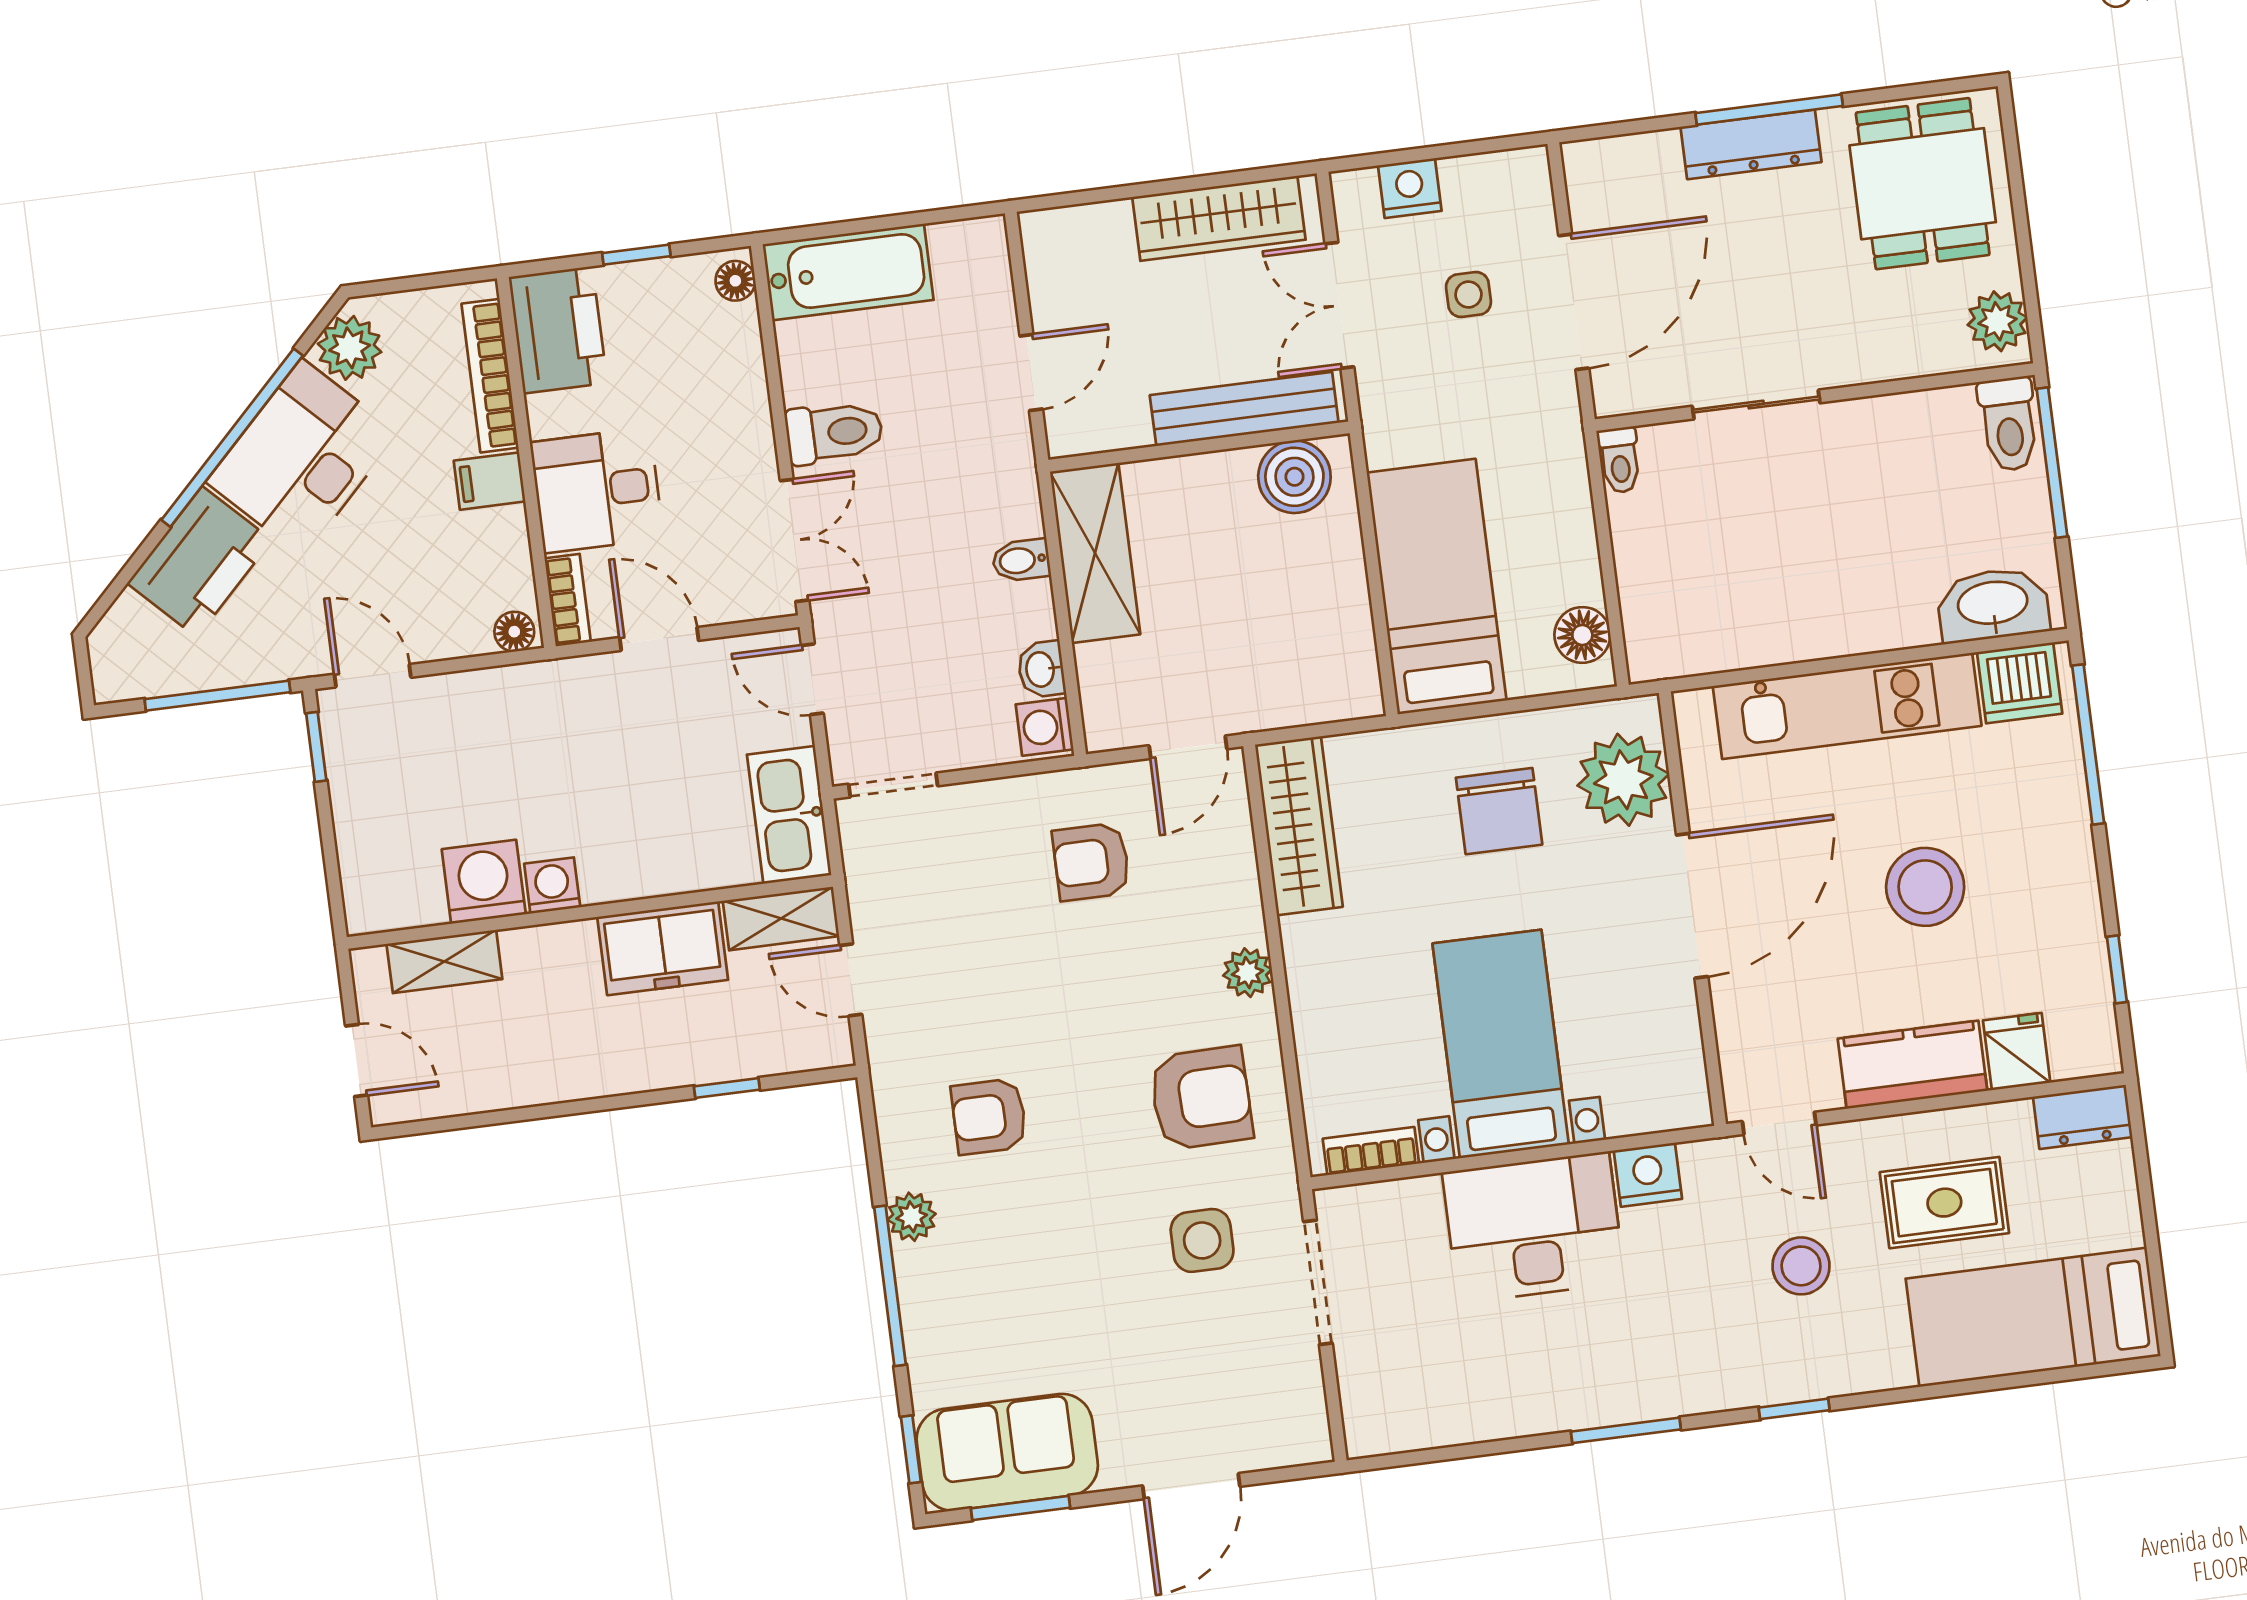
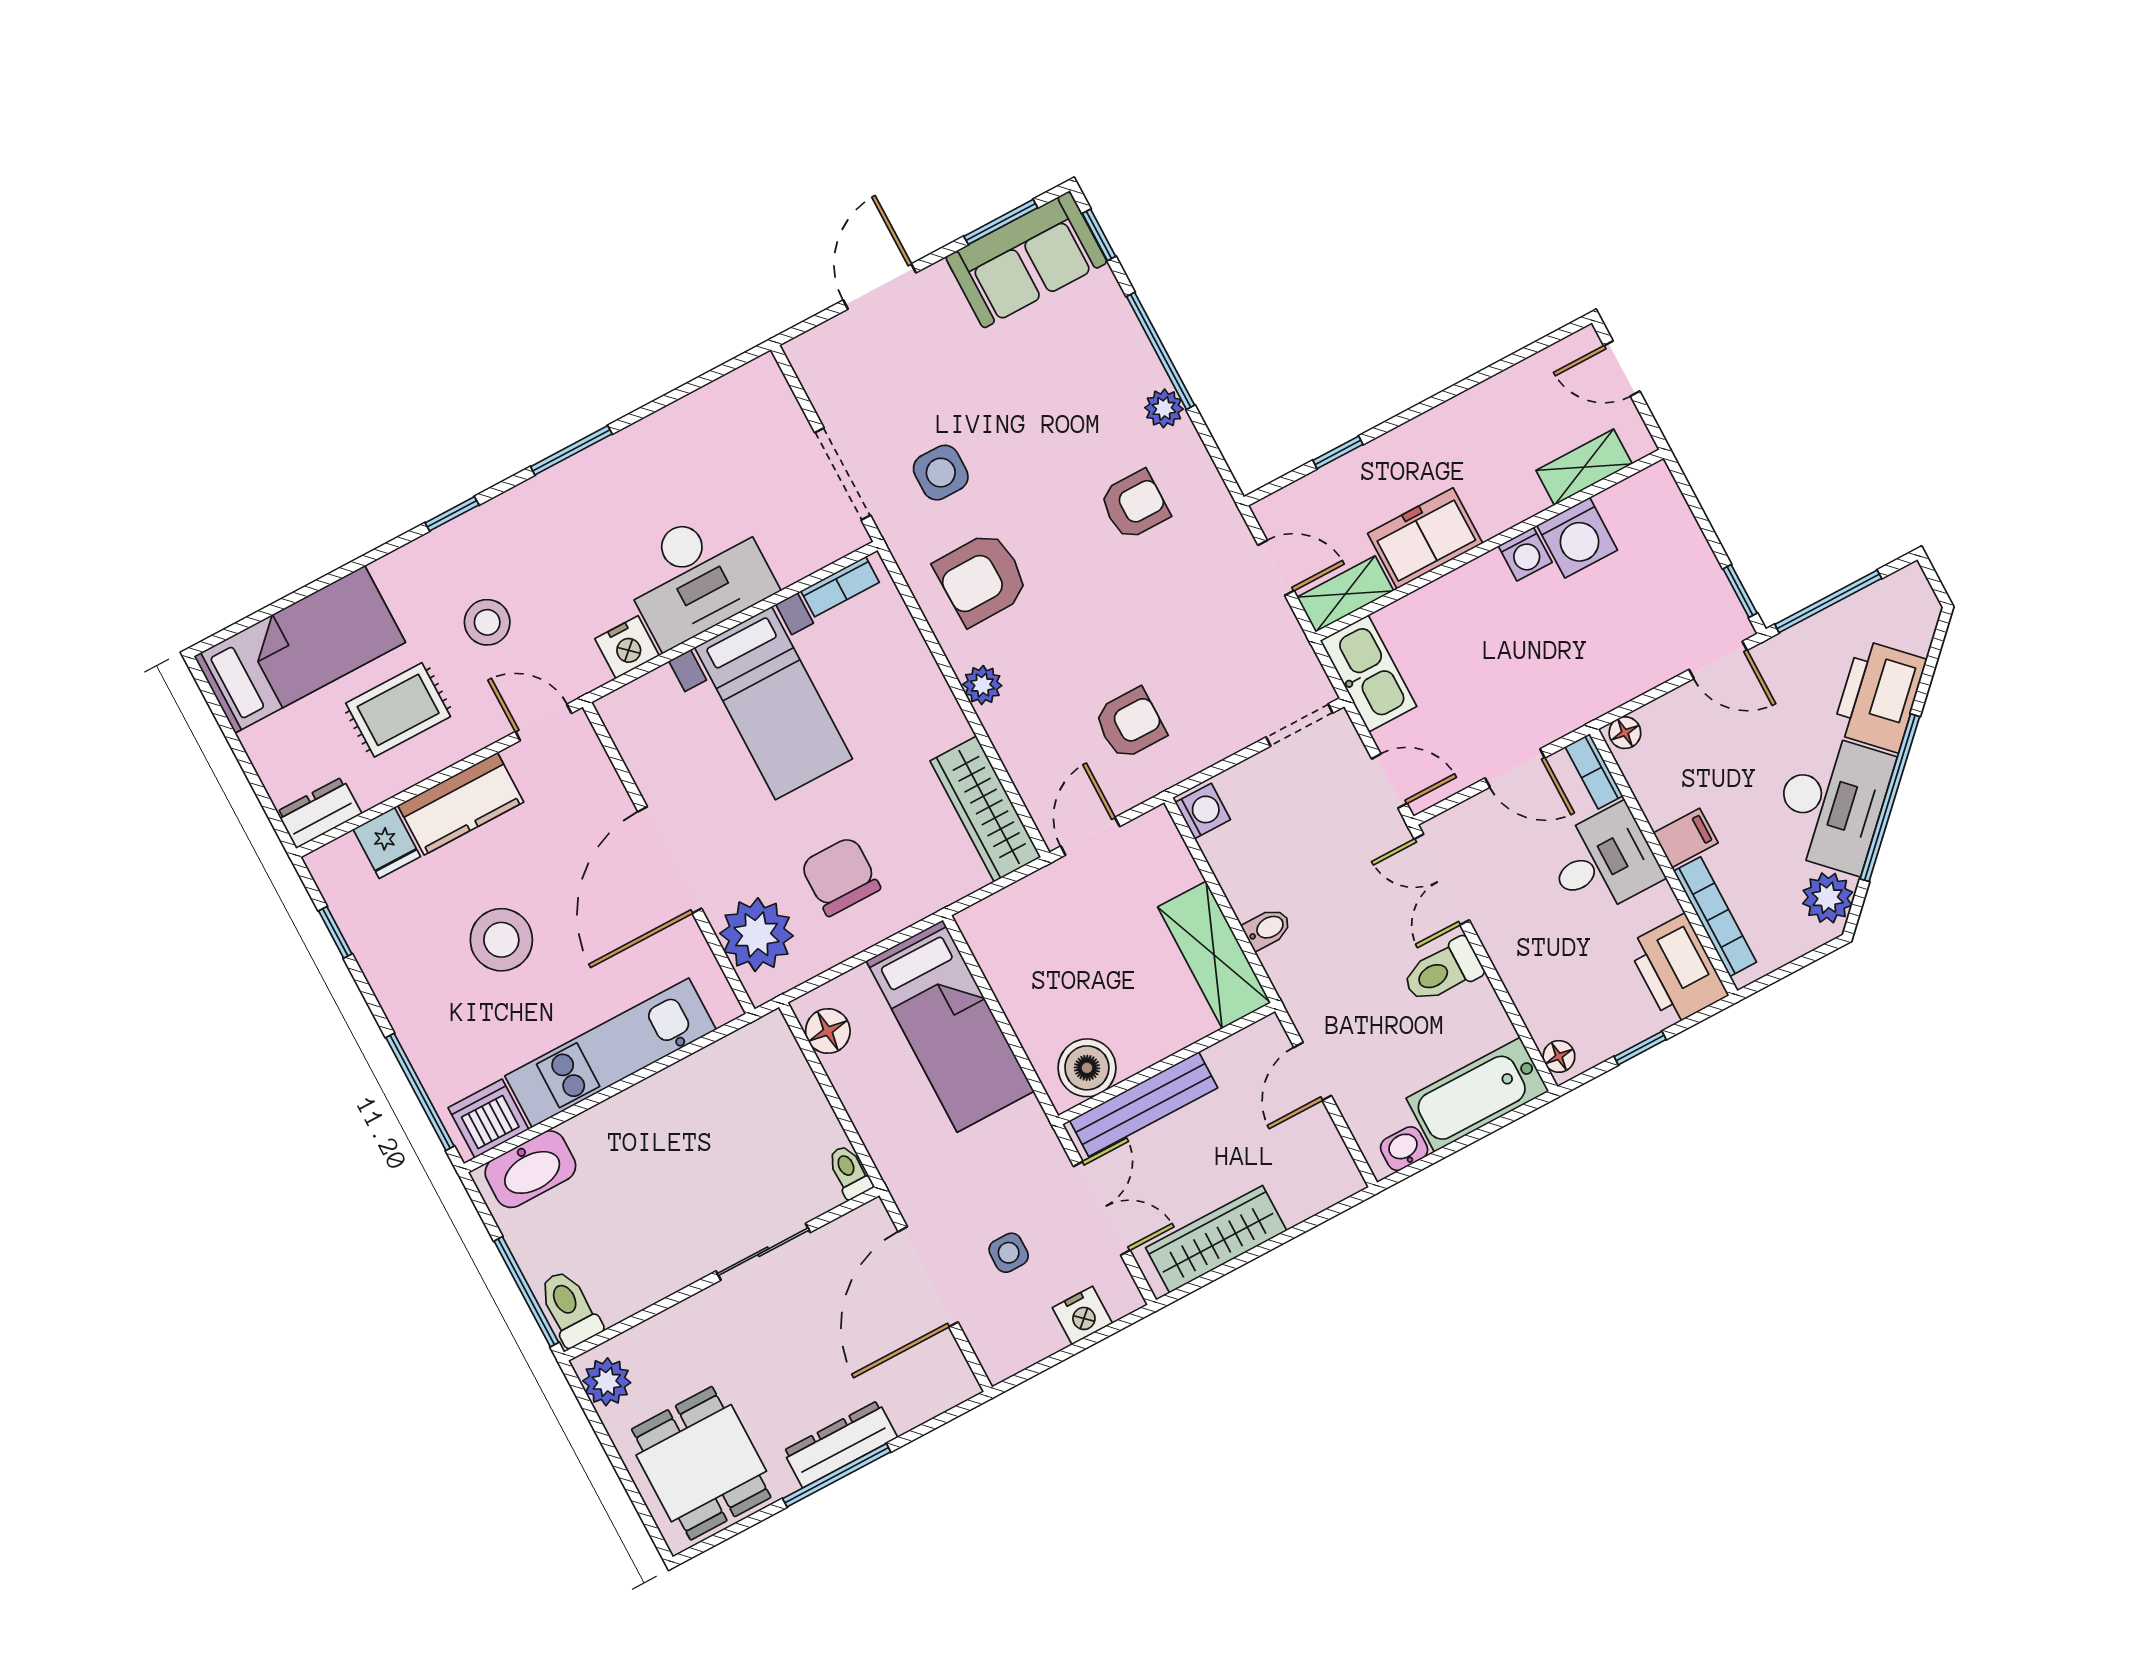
washbasin: (1041, 669) -> (1404, 1149), moved, turned -90

